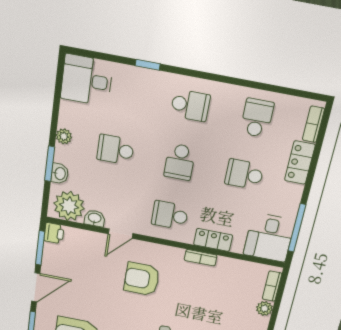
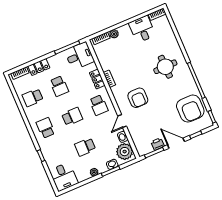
school desk: (115, 150) -> (85, 147), turned 90
printer: (54, 233) -> (158, 144), moved
door: (121, 234) -> (122, 121), swing flipped

